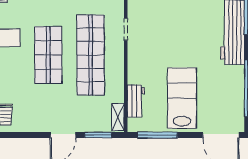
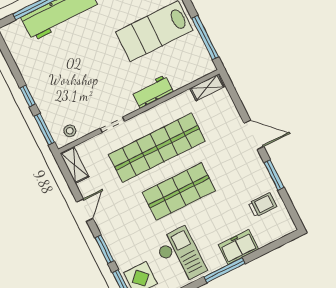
workbench: (136, 101) -> (153, 92), moved
window: (98, 135) -> (274, 175), moved

